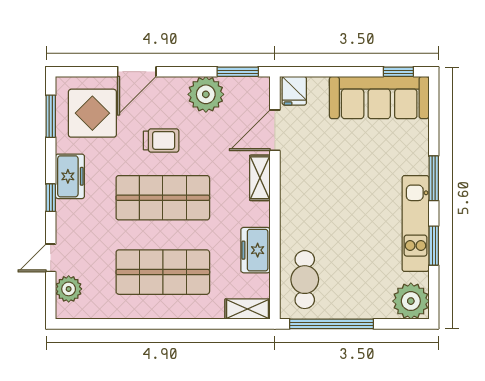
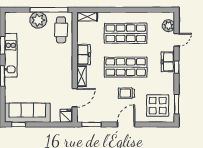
door: (137, 72) -> (126, 124), moved
plant: (206, 94) -> (106, 114), removed
freezer: (70, 176) -> (168, 62), moved
freezer: (256, 250) -> (83, 55), moved
plant: (411, 301) -> (38, 20), moved

